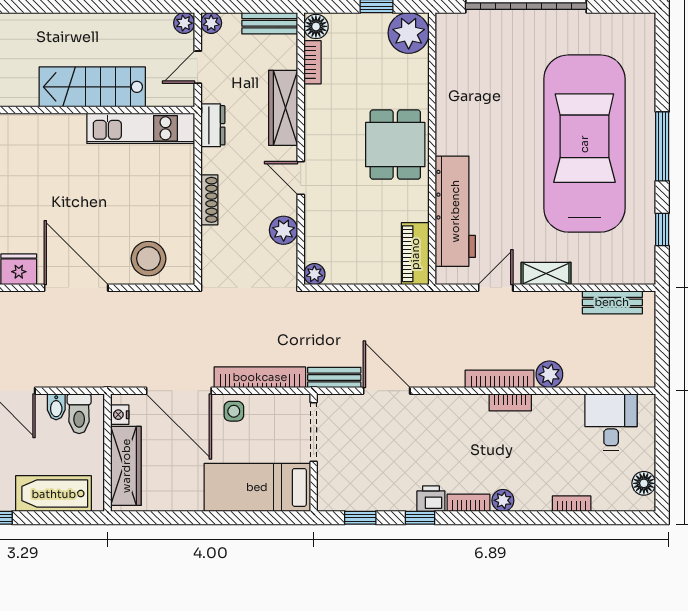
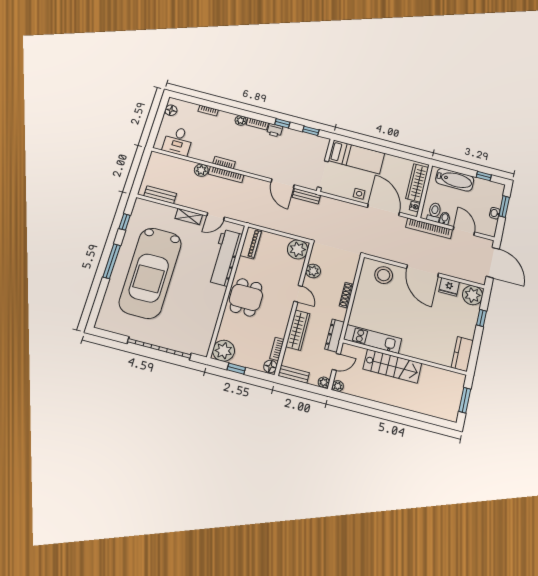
dresser: (213, 125) -> (335, 336), width x1.44
plant: (314, 274) -> (298, 249), width x1.88, depth x1.88
bookcase: (260, 377) -> (429, 228), moved

